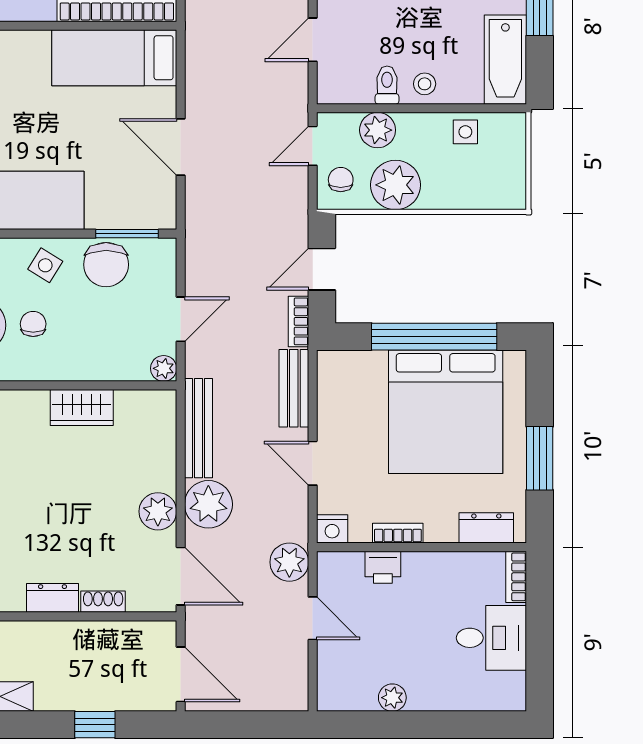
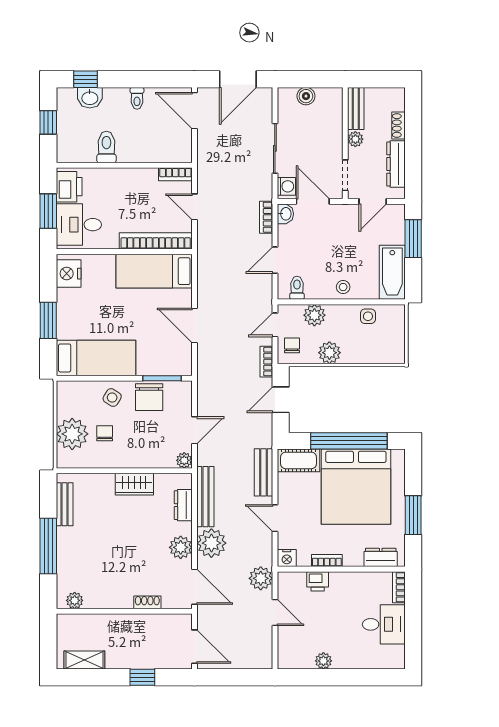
toilet: (387, 85) -> (297, 288), moved
plant: (395, 185) -> (329, 353), width x0.73, depth x0.73
bookcase: (298, 321) -> (266, 362), moved
cot: (351, 369) -> (298, 460), added
dresser: (52, 598) -> (183, 505), moved, turned -90

